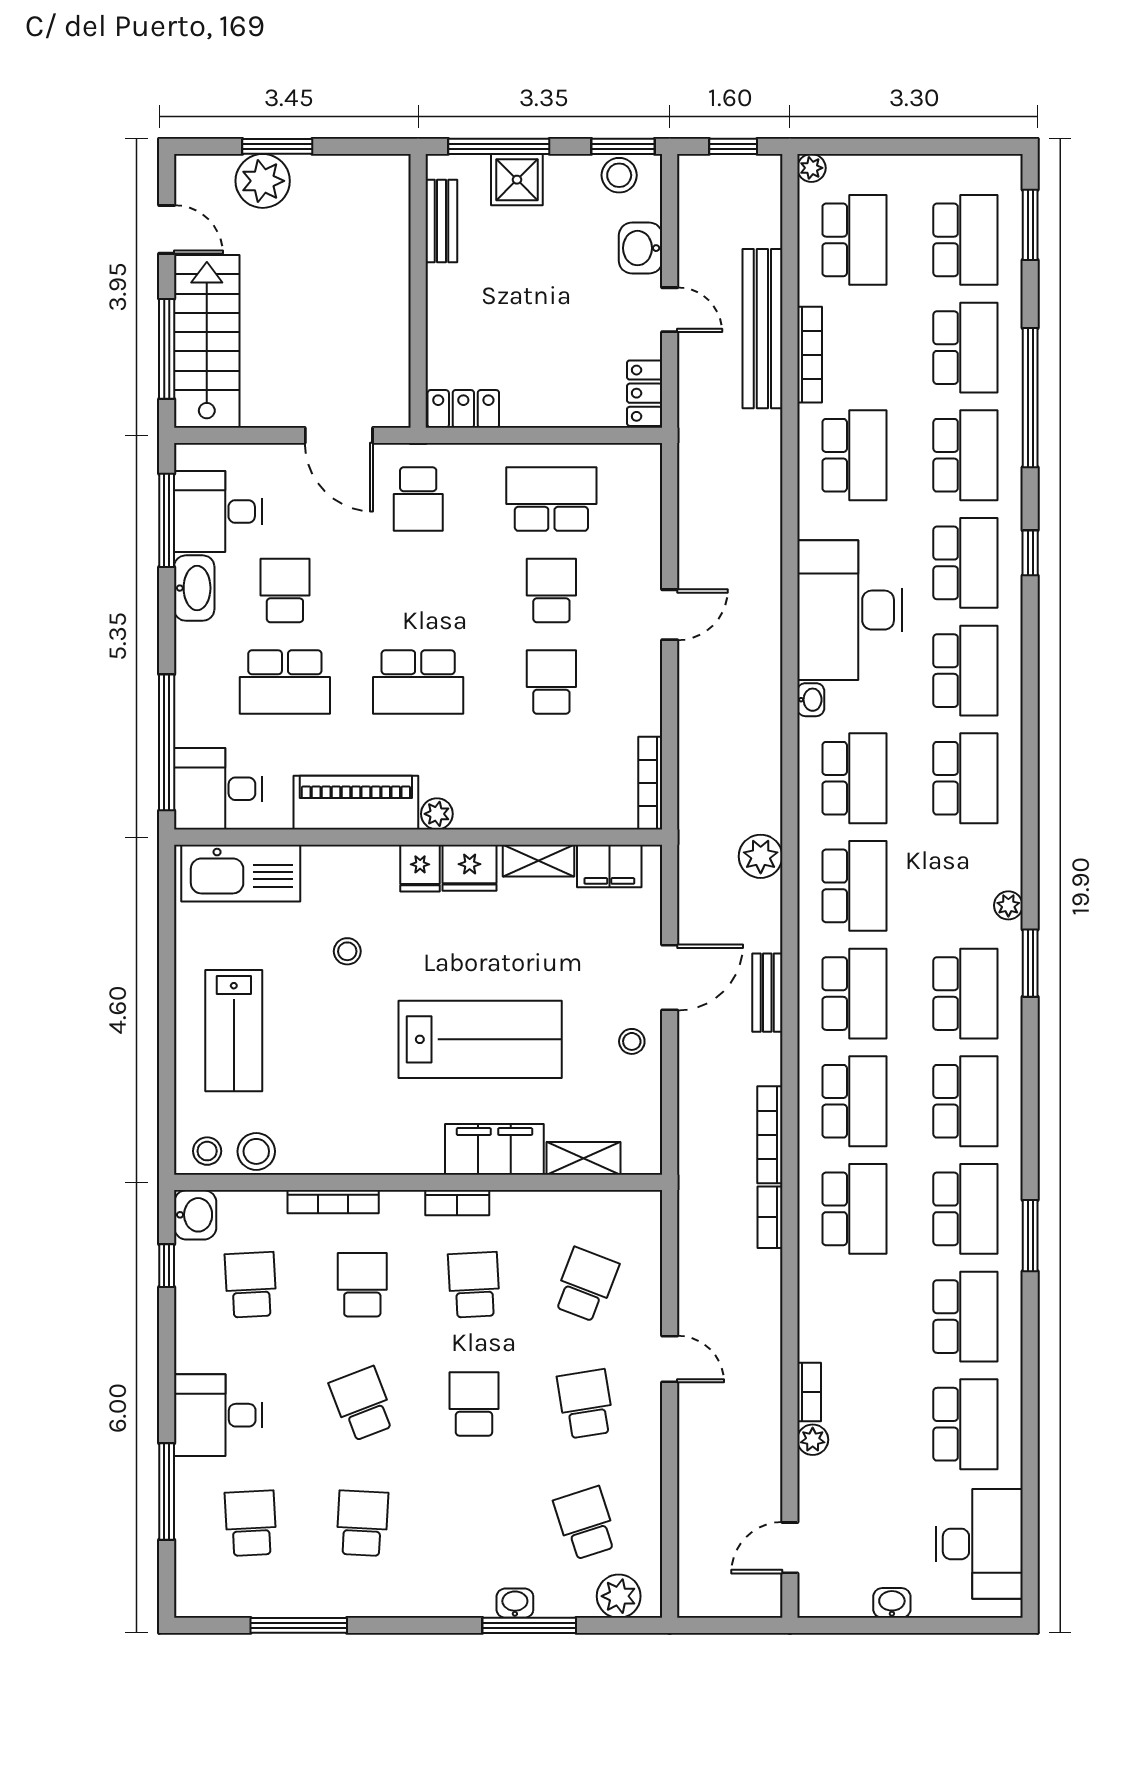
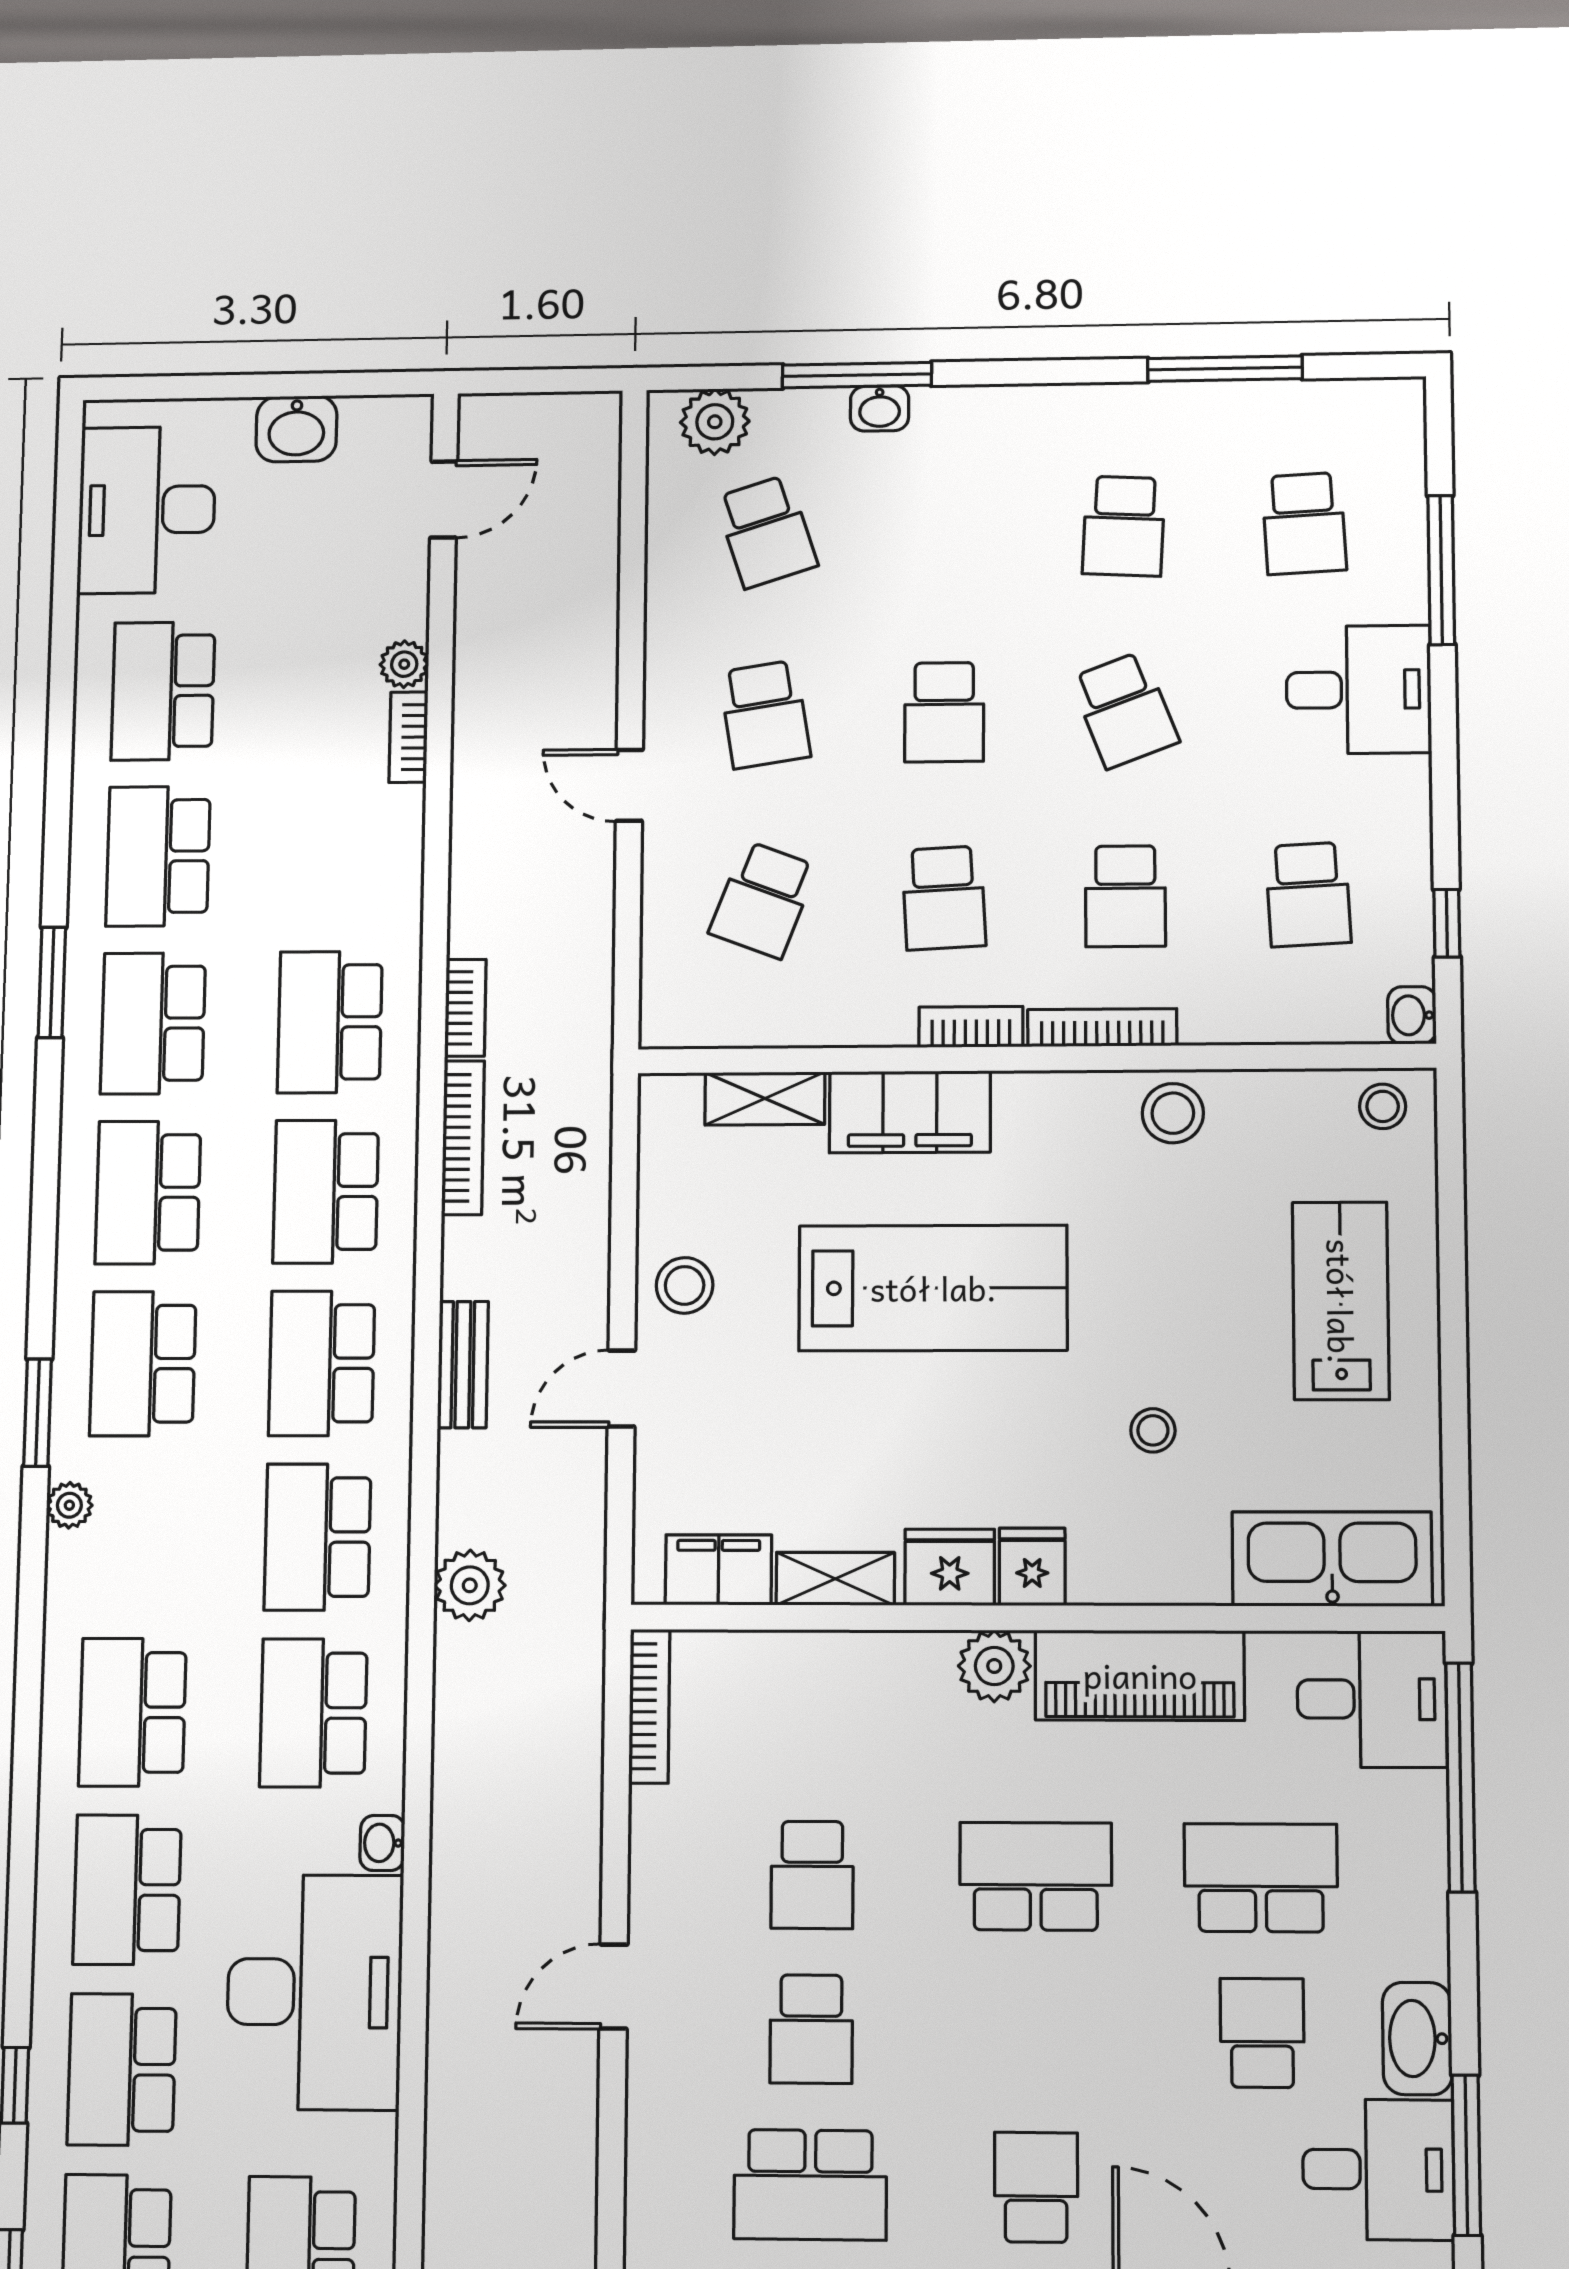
school desk: (285, 591) -> (1262, 2033), turned 180
plant: (437, 814) -> (994, 1666), width x1.38, depth x1.38
door: (670, 978) -> (621, 1389), width x0.73
lab bench: (480, 1039) -> (933, 1288), turned 180
stool: (632, 1041) -> (685, 1285), width x1.37, depth x1.37
stool: (256, 1151) -> (1173, 1113), moved
bookcase: (333, 1202) -> (1102, 1028), moved
washbasin: (195, 1215) -> (1412, 1015), width x0.72, depth x0.69
washbasin: (892, 1603) -> (296, 429), width x1.38, depth x1.45

